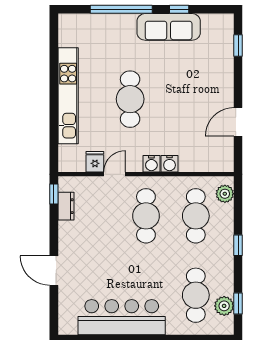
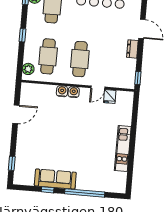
kitchen unit: (68, 96) -> (123, 148), width x0.73
cafe table: (130, 99) -> (84, 135), removed
dresser: (66, 206) -> (132, 49), moved

